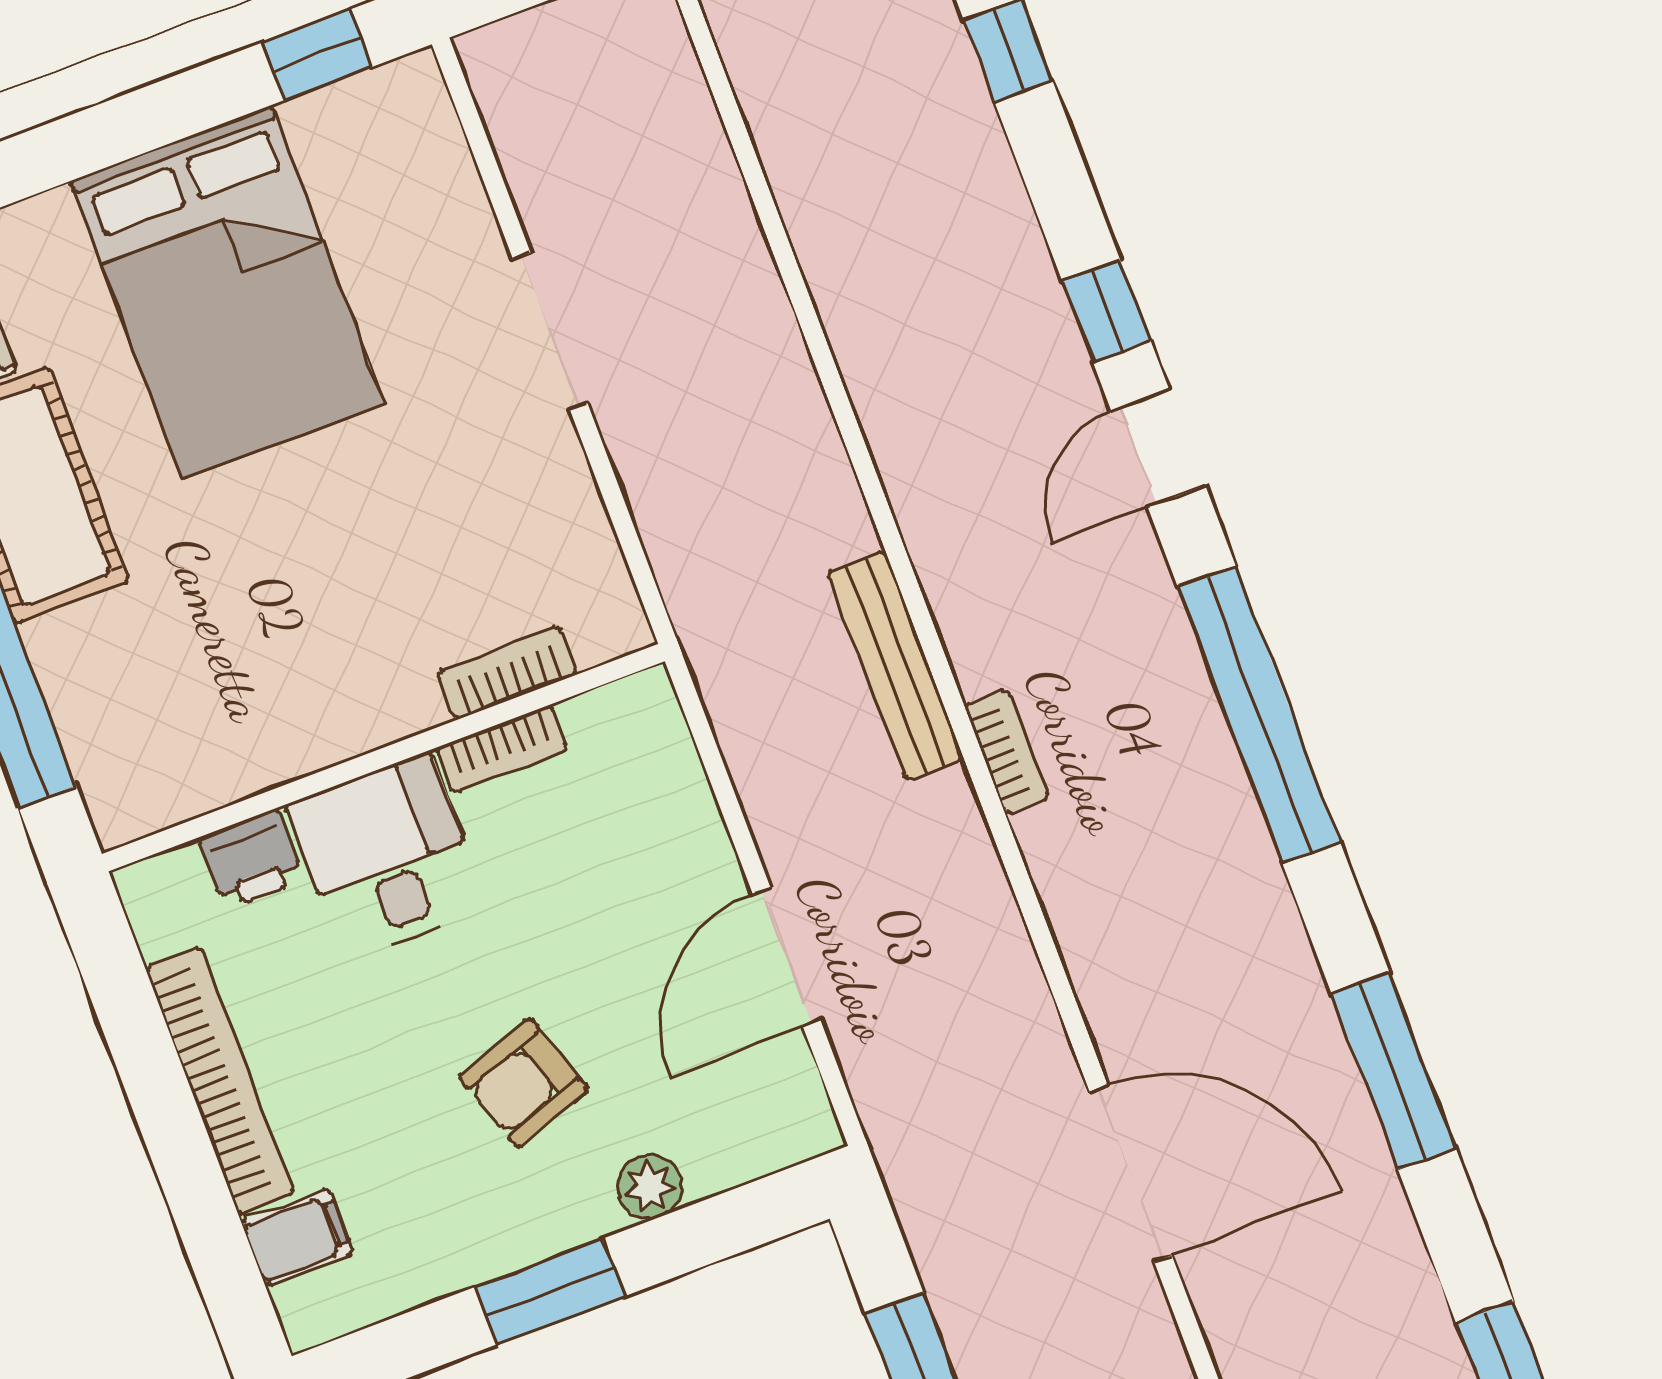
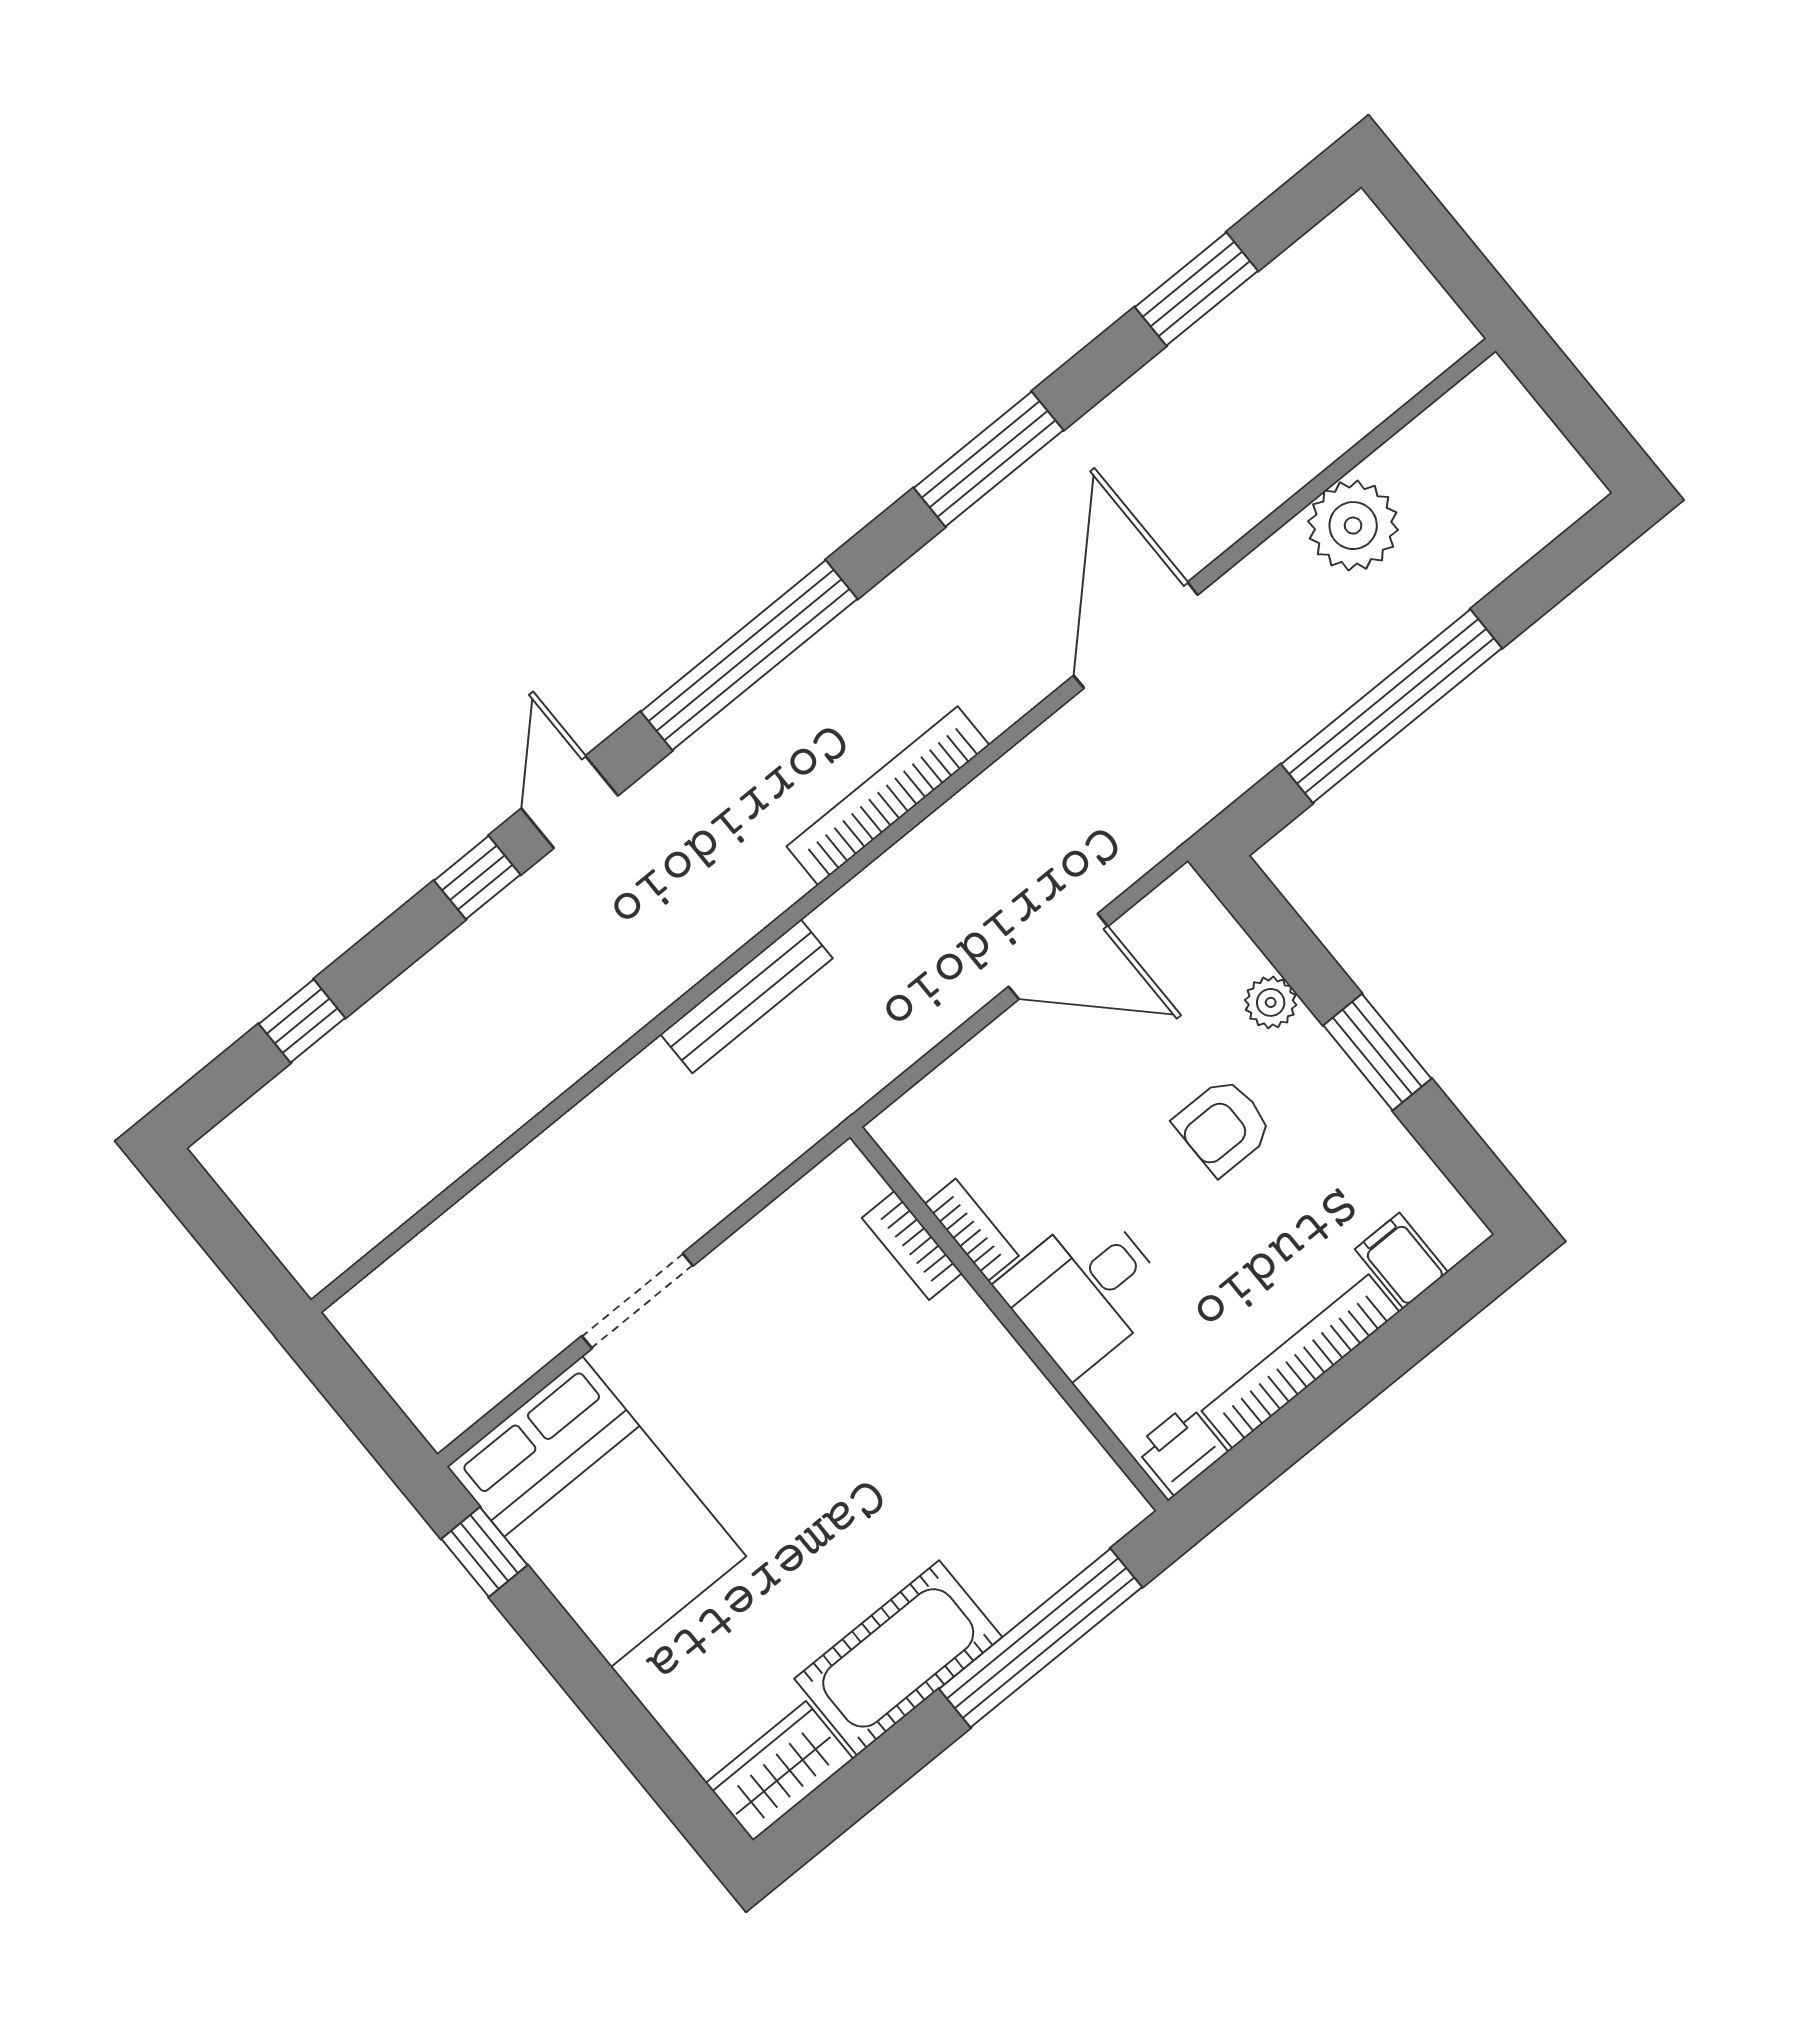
bed: (227, 292) -> (597, 1511), moved, turned 90
door: (1158, 448) -> (570, 802), swing flipped
bench: (896, 665) -> (746, 996), moved
bookcase: (1006, 752) -> (888, 796), width x2.31, depth x1.31
printer: (252, 859) -> (1181, 1449), moved, turned -90
armchair: (524, 1083) -> (1223, 1126), turned 109

